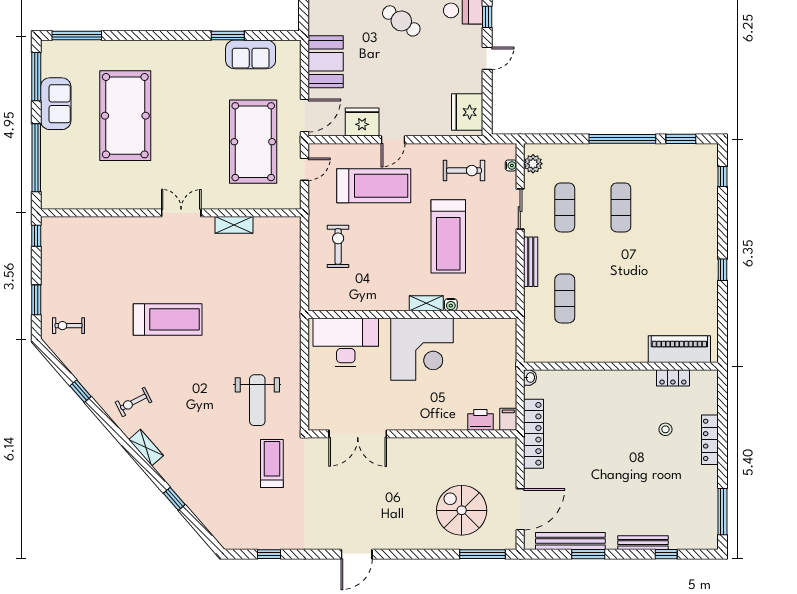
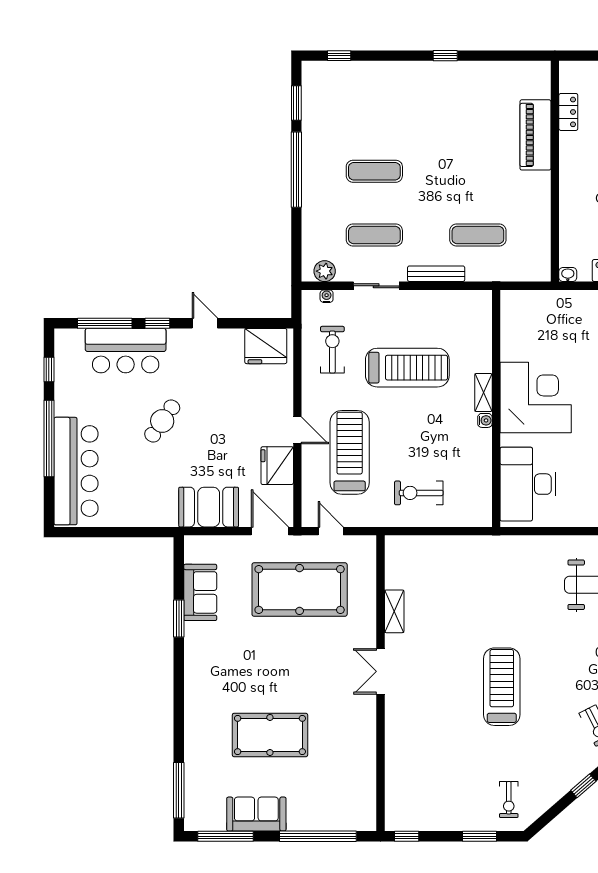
pool table: (125, 116) -> (270, 735), width x0.73, depth x0.76
water cooler: (451, 305) -> (485, 420), moved
piano: (679, 349) -> (535, 135), moved

